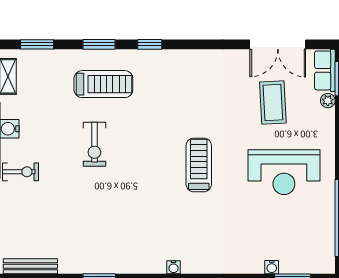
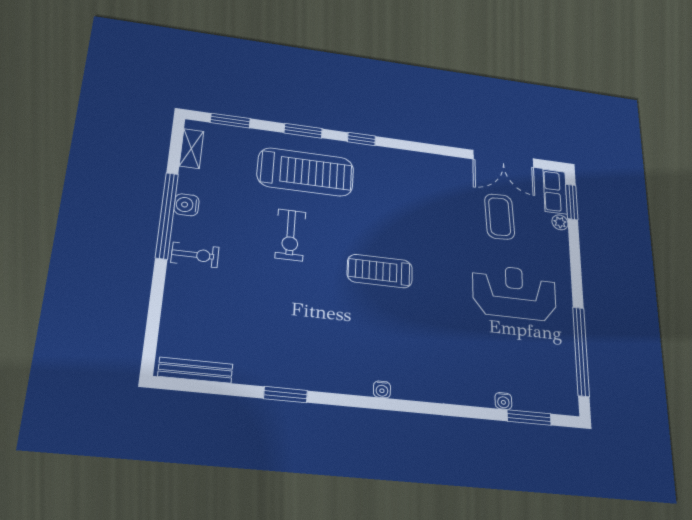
treadmill: (103, 84) -> (306, 172), width x1.37, depth x1.38
treadmill: (199, 165) -> (380, 271), moved, turned -90
reception desk: (284, 172) -> (514, 292), turned 180

